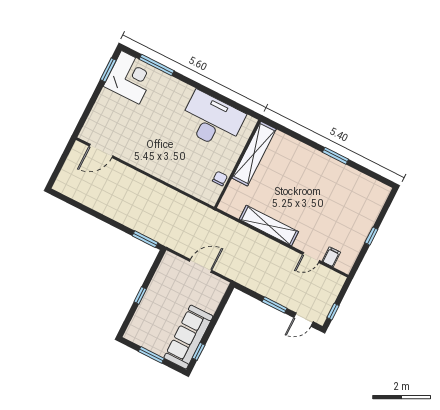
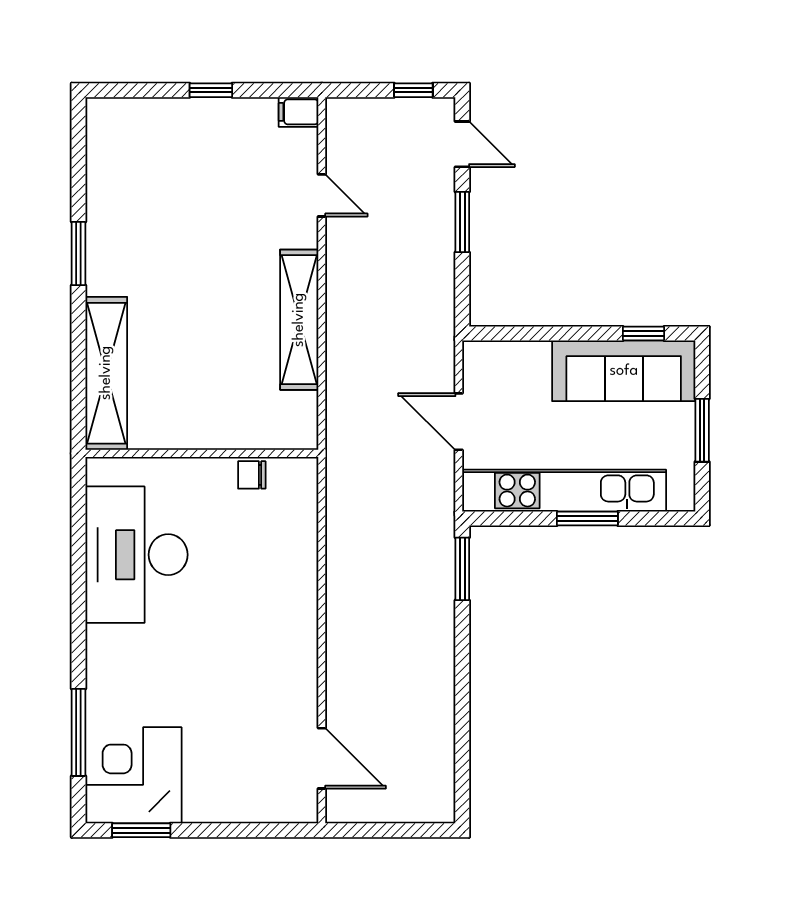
shelving: (254, 154) -> (106, 373), moved, turned 90
filing cabinet: (331, 257) -> (298, 112), moved
kitchen unit: (155, 292) -> (564, 491), added
window: (140, 295) -> (587, 518), width x1.50

